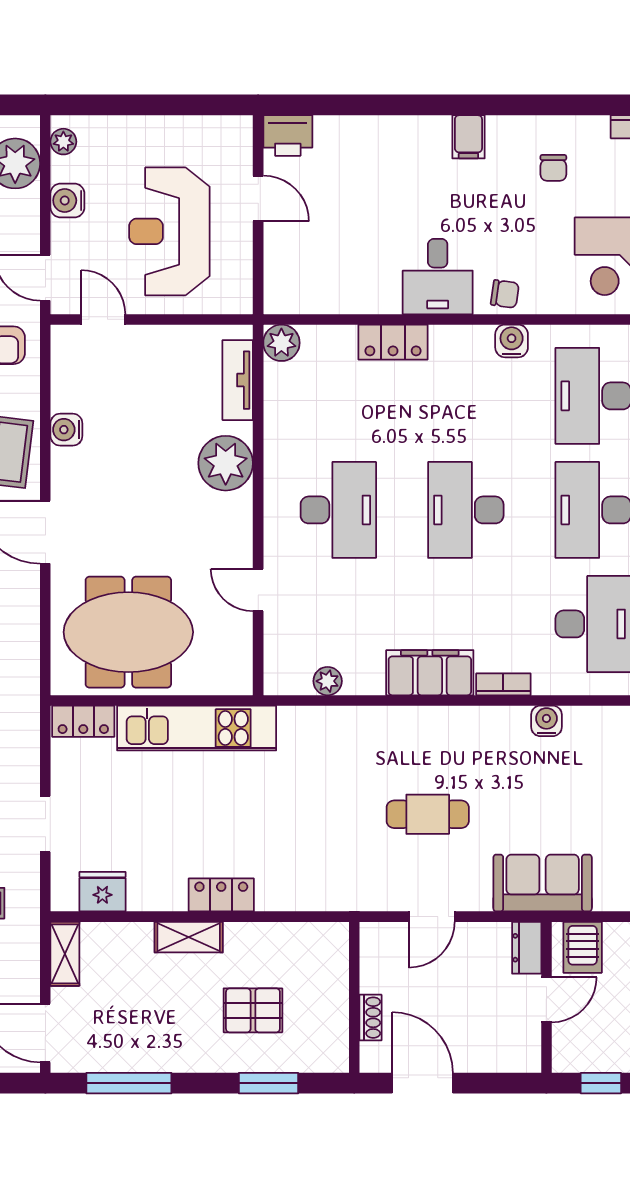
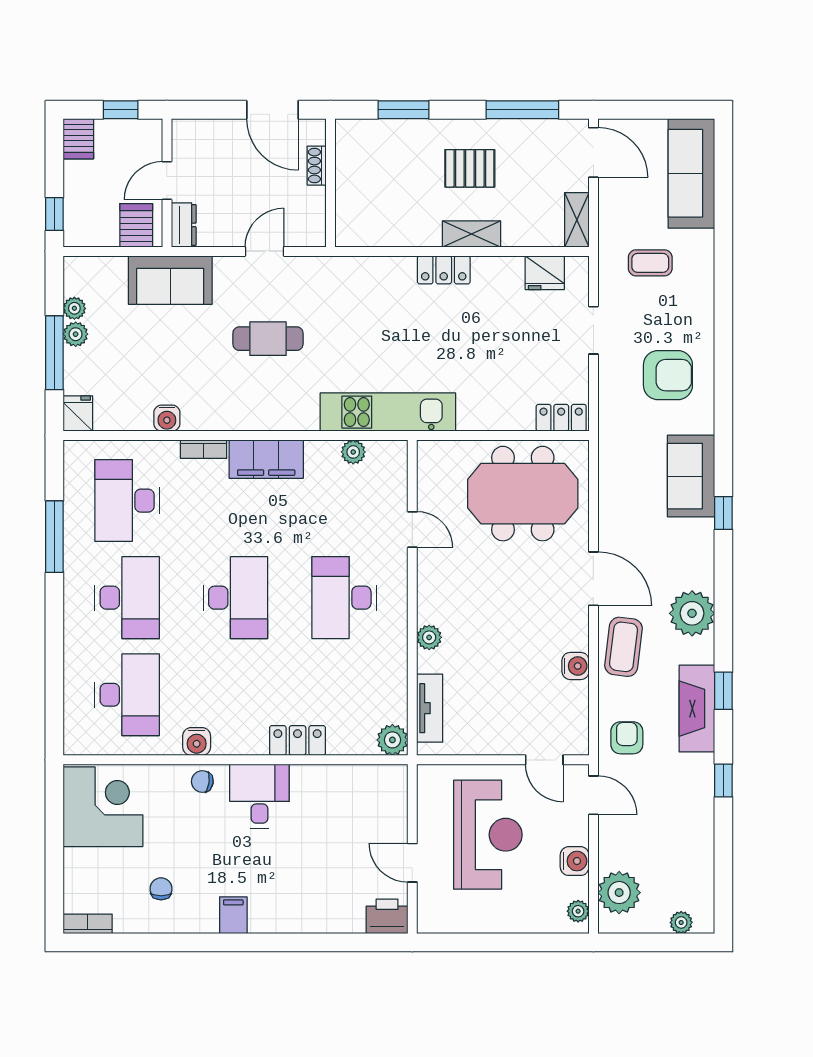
plant: (226, 463) -> (429, 637), width x0.53, depth x0.53
kitchen unit: (197, 728) -> (388, 412), moved
pallet: (253, 1010) -> (470, 168), moved

